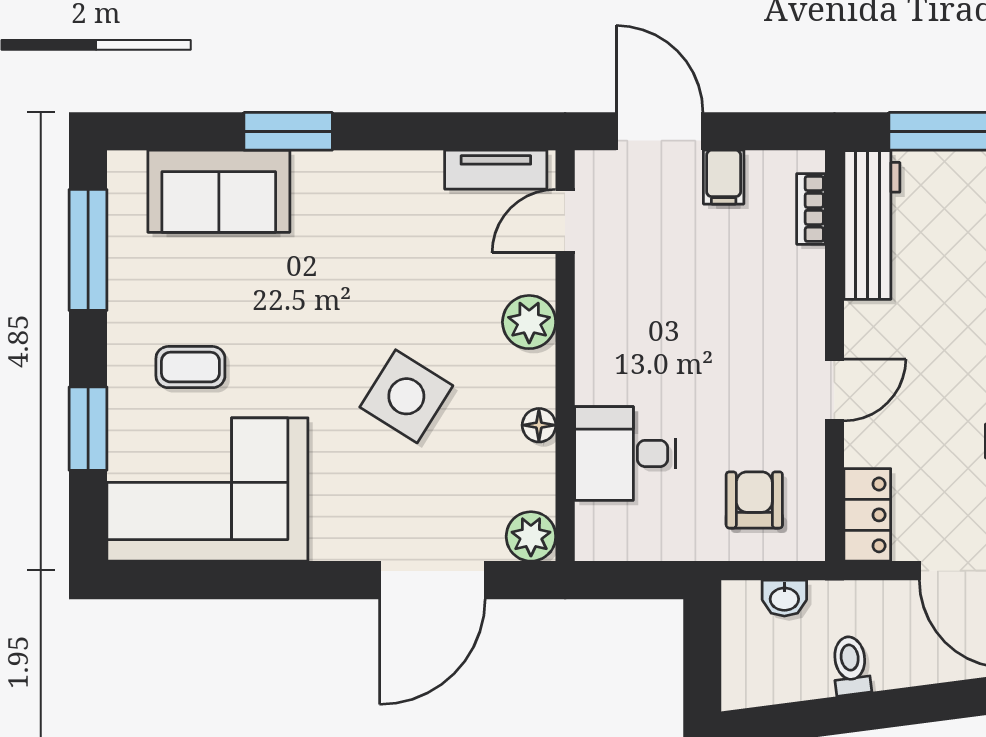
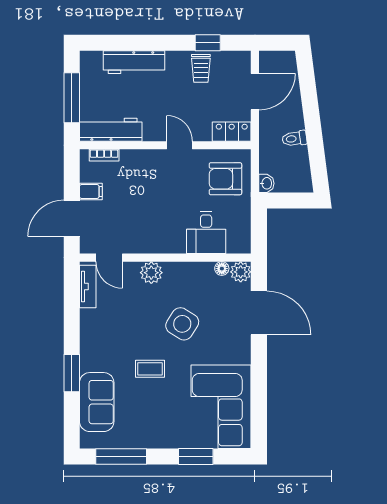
coffee table: (190, 367) -> (150, 369), moved, turned 90
floor lamp: (539, 425) -> (222, 269), moved
armchair: (754, 500) -> (225, 179), width x1.38, depth x1.38
washbasin: (784, 598) -> (266, 183), moved

